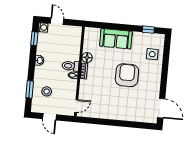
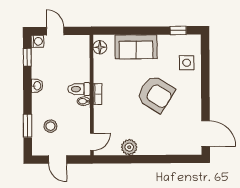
floor lamp: (87, 58) -> (100, 47), moved
armchair: (127, 75) -> (156, 94), turned 122
plant: (104, 113) -> (129, 147), added

